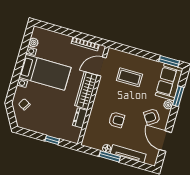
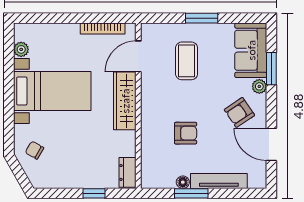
window: (169, 61) -> (202, 18), moved
coffee table: (129, 77) -> (187, 61), turned 90
dresser: (80, 118) -> (128, 172), moved

